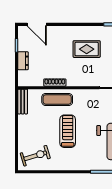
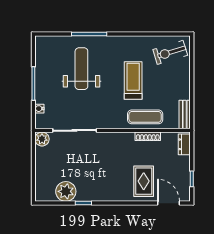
rug: (87, 49) -> (144, 181), moved, turned 90
dresser: (23, 61) -> (184, 144), moved
treadmill: (68, 131) -> (133, 80), turned 180

